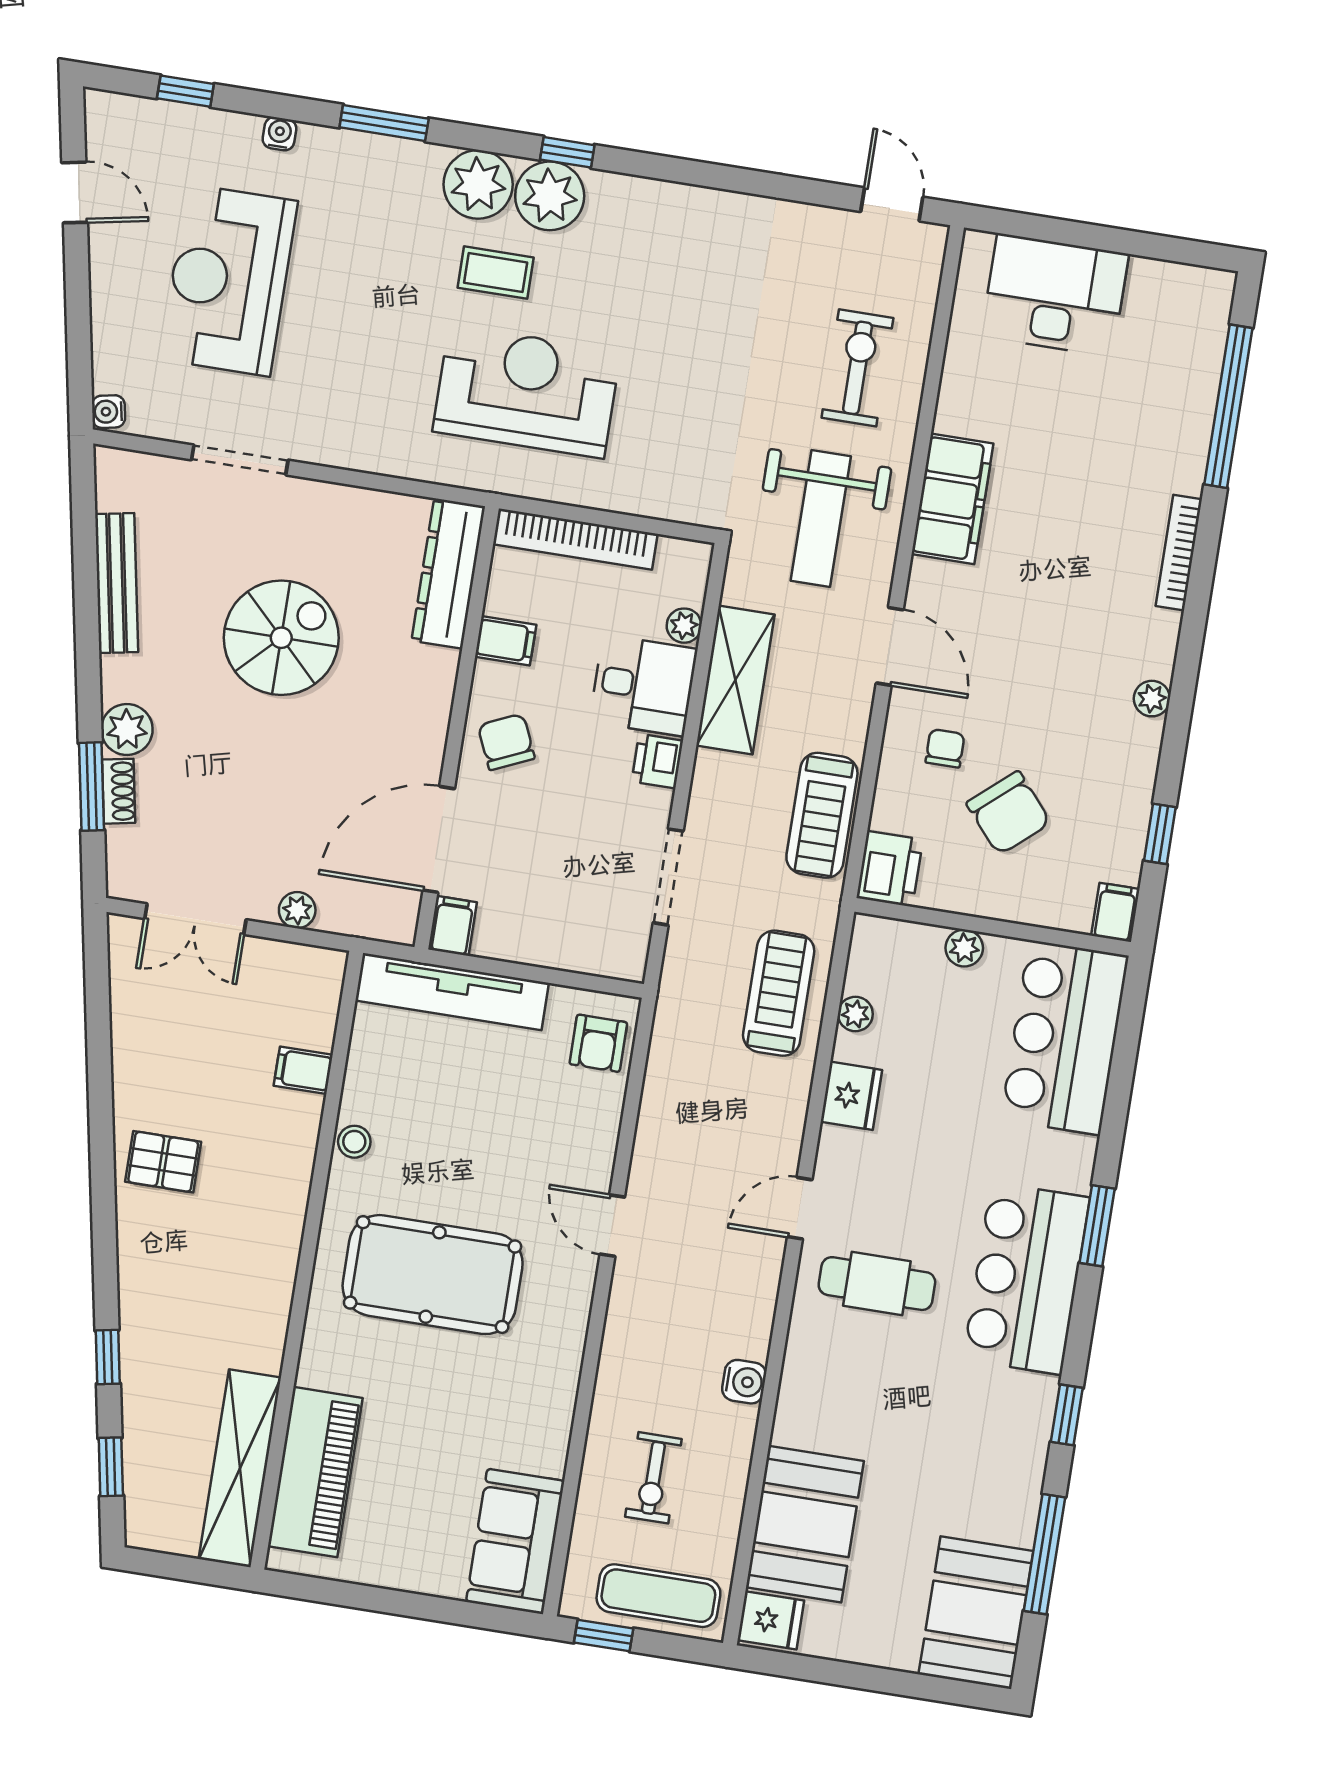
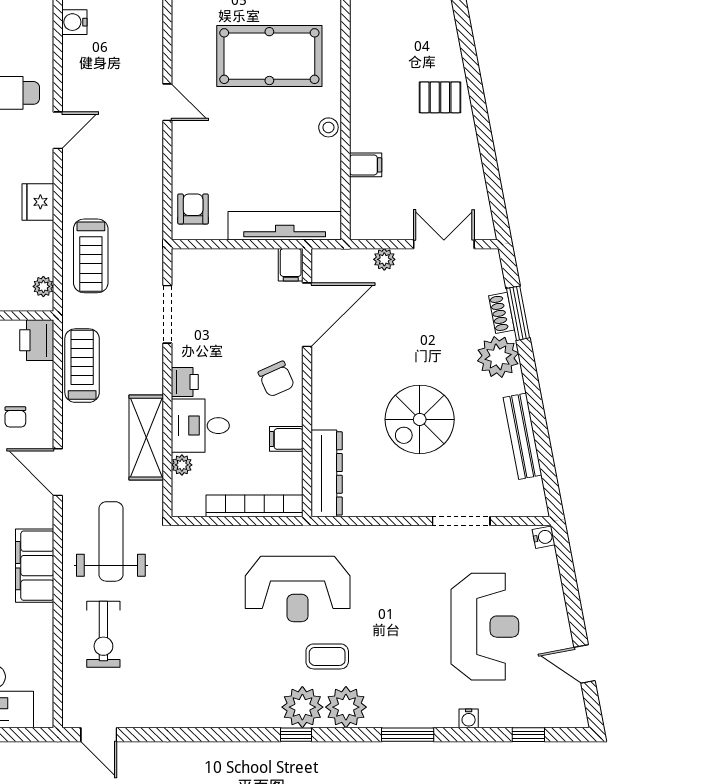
plant: (127, 729) -> (498, 357), width x1.36, depth x1.36
plant: (855, 1014) -> (43, 286), moved

